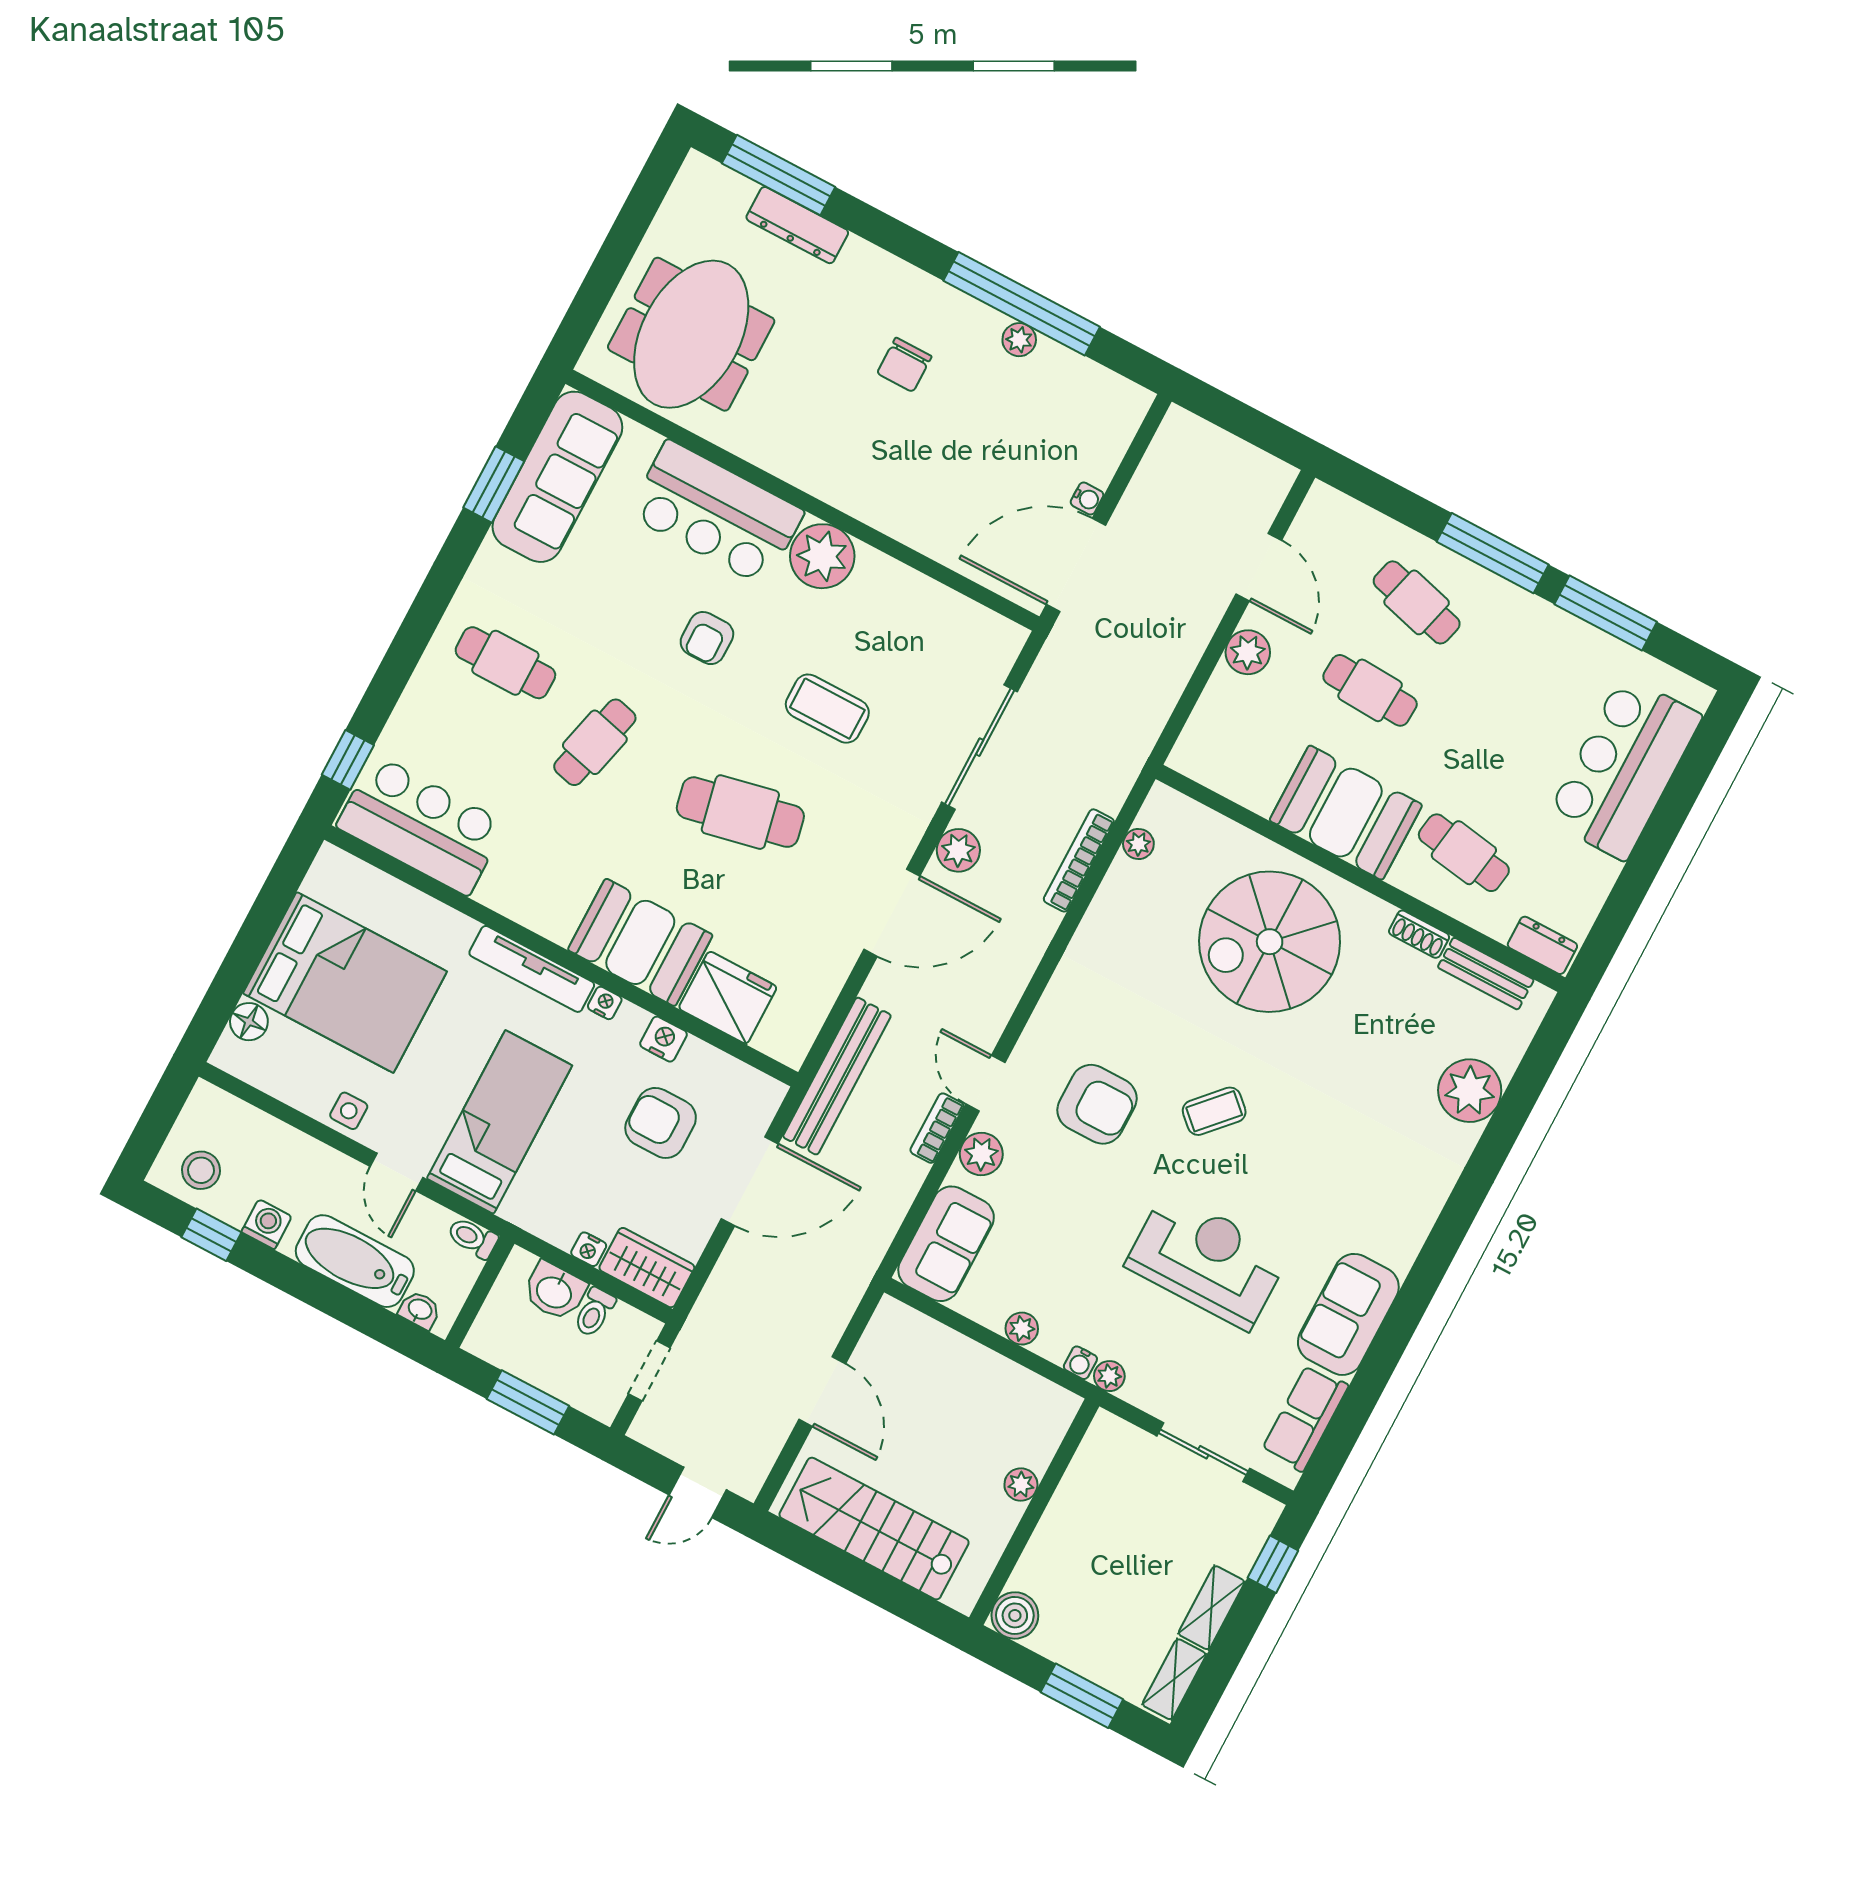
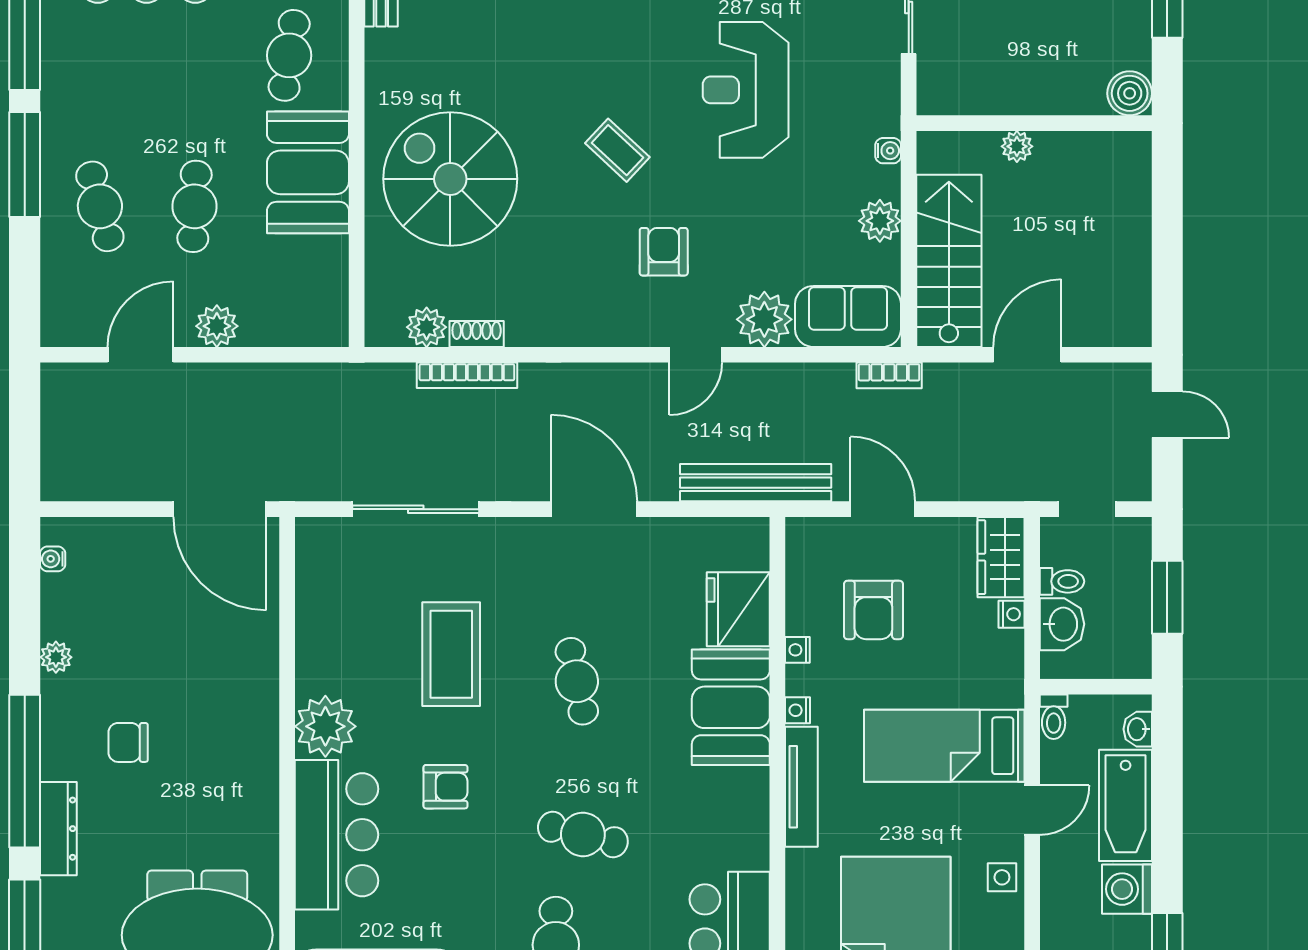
dresser: (797, 225) -> (58, 829), moved
window: (1022, 304) -> (25, 771), moved
chair: (904, 365) -> (128, 742), turned 180
water cooler: (1087, 499) -> (53, 559), moved, turned -90
cafe table: (1417, 602) -> (100, 206), turned -30
coffee table: (827, 709) -> (451, 654), width x1.36, depth x1.32
cafe table: (740, 812) -> (577, 681), width x0.73, depth x0.74
plant: (1138, 844) -> (427, 327), width x1.38, depth x1.38
plant: (958, 850) -> (512, 481), removed
shoe rack: (1419, 934) -> (477, 334), moved, turned -90
spiral stairs: (1270, 942) -> (450, 179), turned 180
nightstand: (664, 1039) -> (797, 650), width x0.72, depth x0.74
armchair: (1097, 1104) -> (664, 252), width x0.72, depth x0.72
bookcase: (937, 1128) -> (889, 375), moved
plant: (981, 1154) -> (764, 319), width x1.36, depth x1.36
door: (750, 1181) -> (883, 509), width x0.73
washing machine: (267, 1224) -> (1127, 889), width x1.38, depth x1.38
plant: (1022, 1329) -> (880, 221), width x1.38, depth x1.38
plant: (1109, 1376) -> (886, 120), removed
stairs: (874, 1529) -> (949, 261), moved, turned 180

